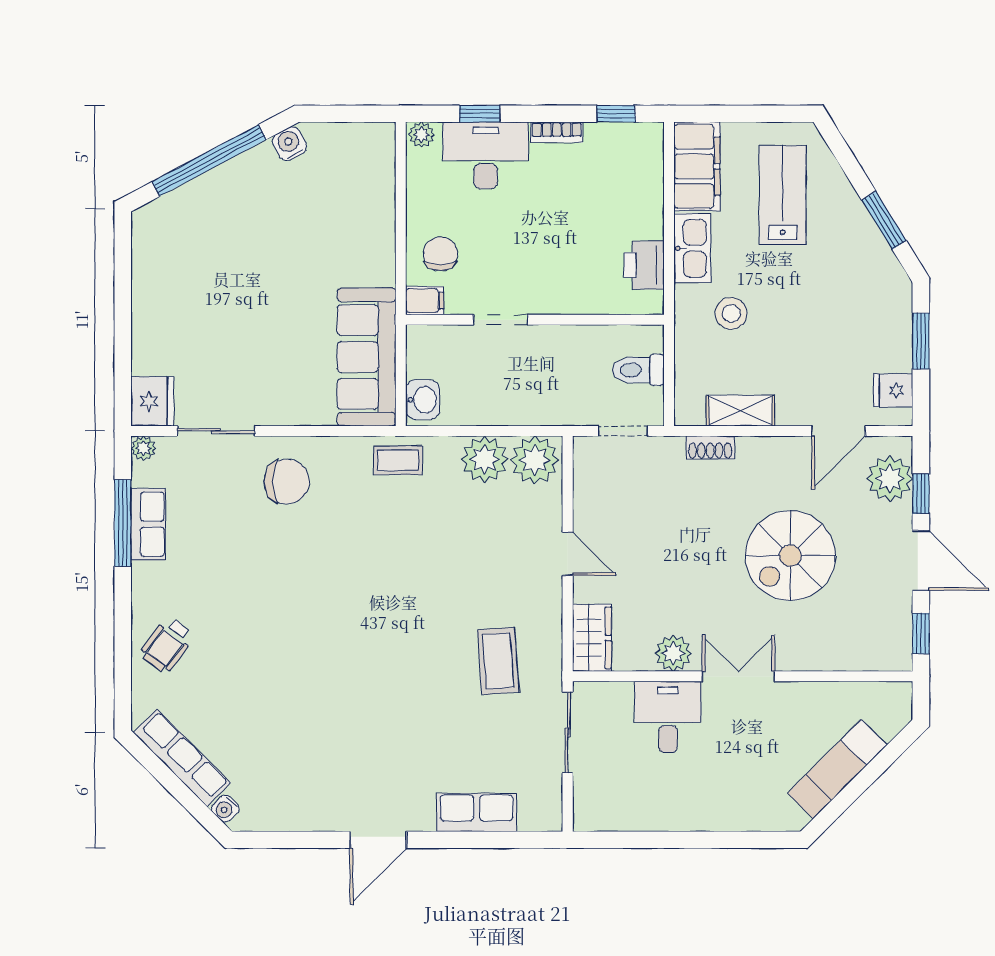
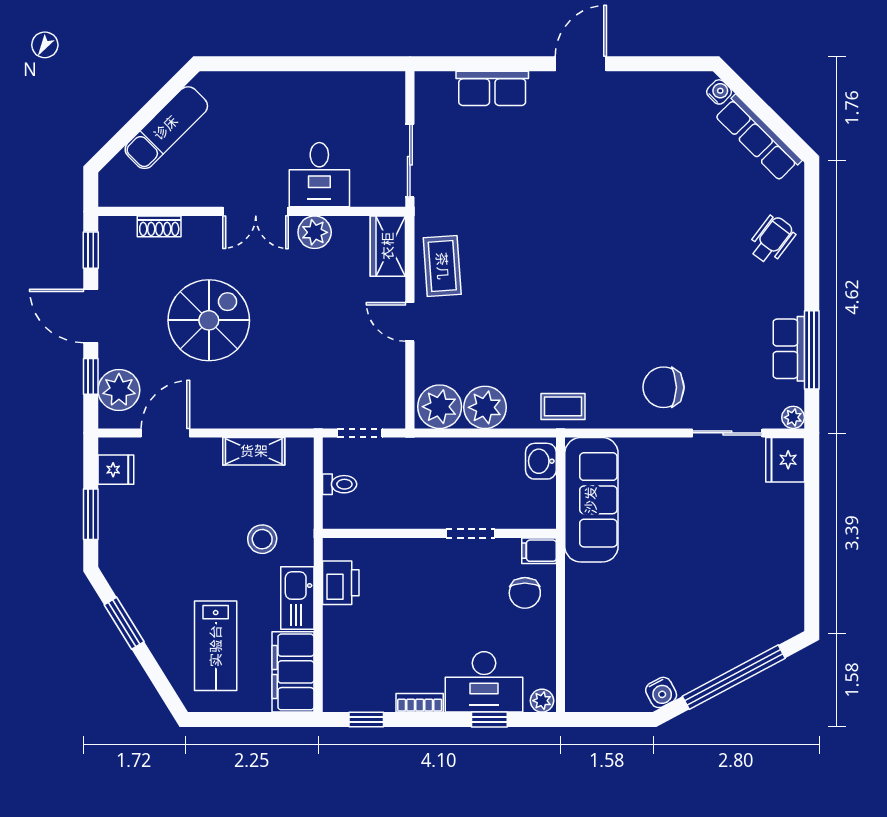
toilet: (638, 370) -> (340, 484), width x0.73, depth x0.72
shoe rack: (710, 448) -> (159, 226), moved, turned 180
coffee table: (498, 661) -> (442, 266), moved

